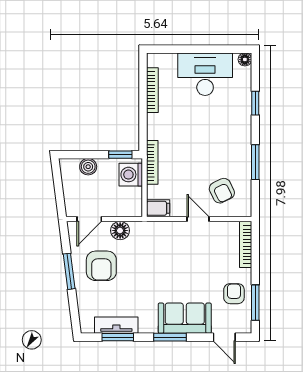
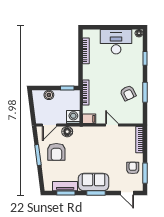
washing machine: (131, 175) -> (73, 117), moved, turned 90
armchair: (222, 191) -> (128, 93), moved
sofa: (185, 318) -> (94, 182), moved

